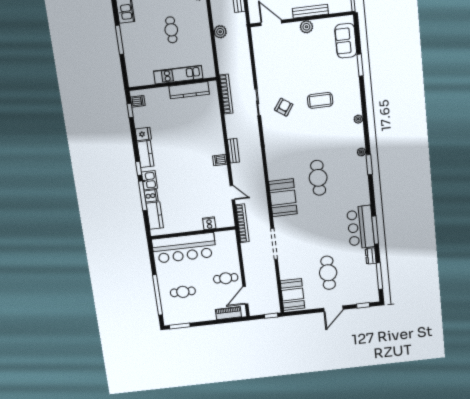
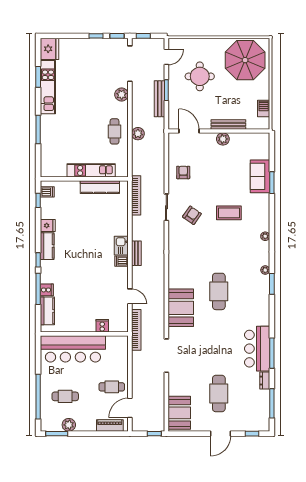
cafe table: (171, 30) -> (115, 131), moved
sofa: (346, 41) -> (260, 176), moved
armchair: (270, 66) -> (183, 172), added
kitchen sink: (149, 180) -> (121, 246), moved, turned 180
plant: (190, 317) -> (69, 425), added

